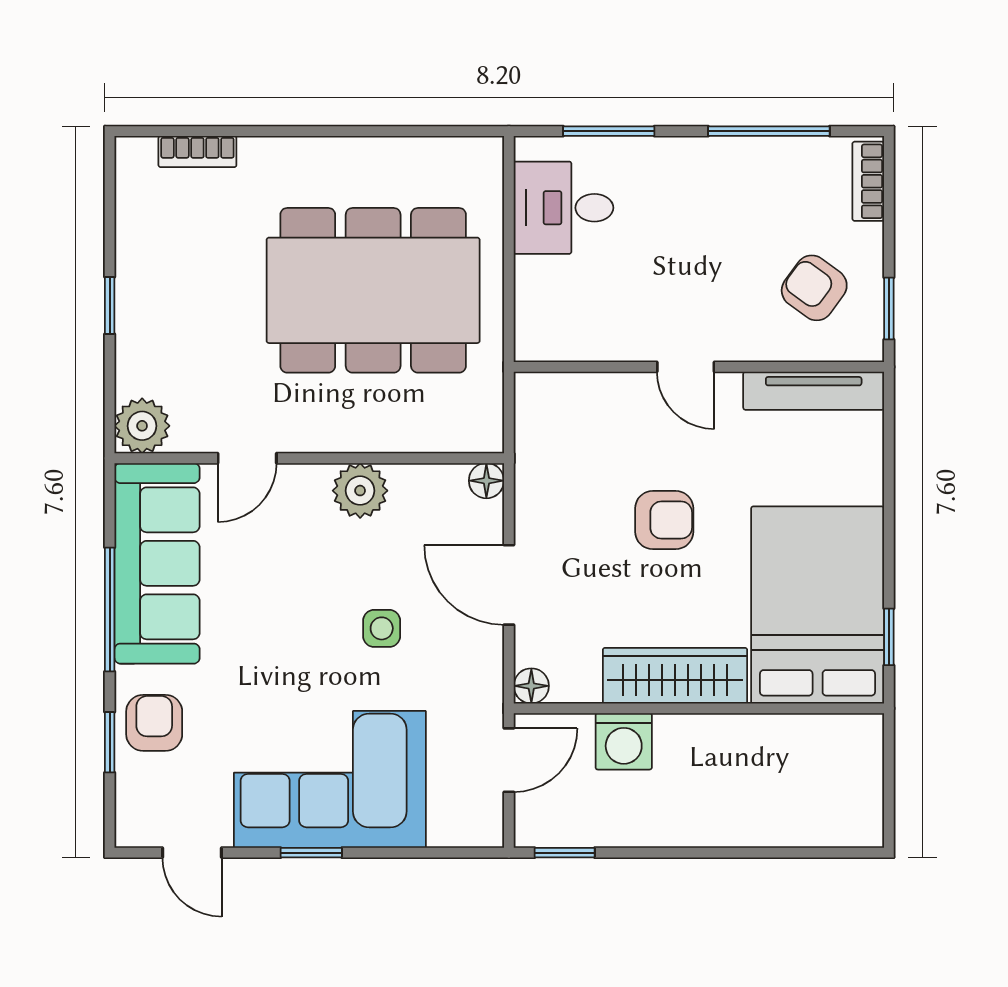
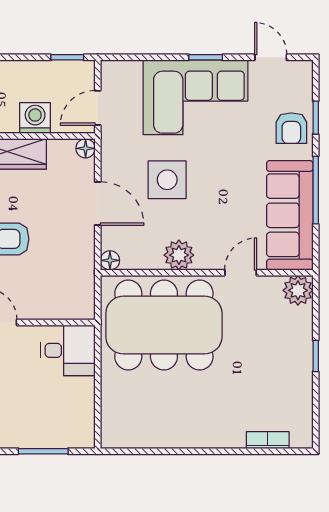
desk: (563, 208) -> (68, 350), moved
dining table: (373, 290) -> (164, 325), moved
side table: (382, 628) -> (167, 180), width x1.87, depth x1.87

